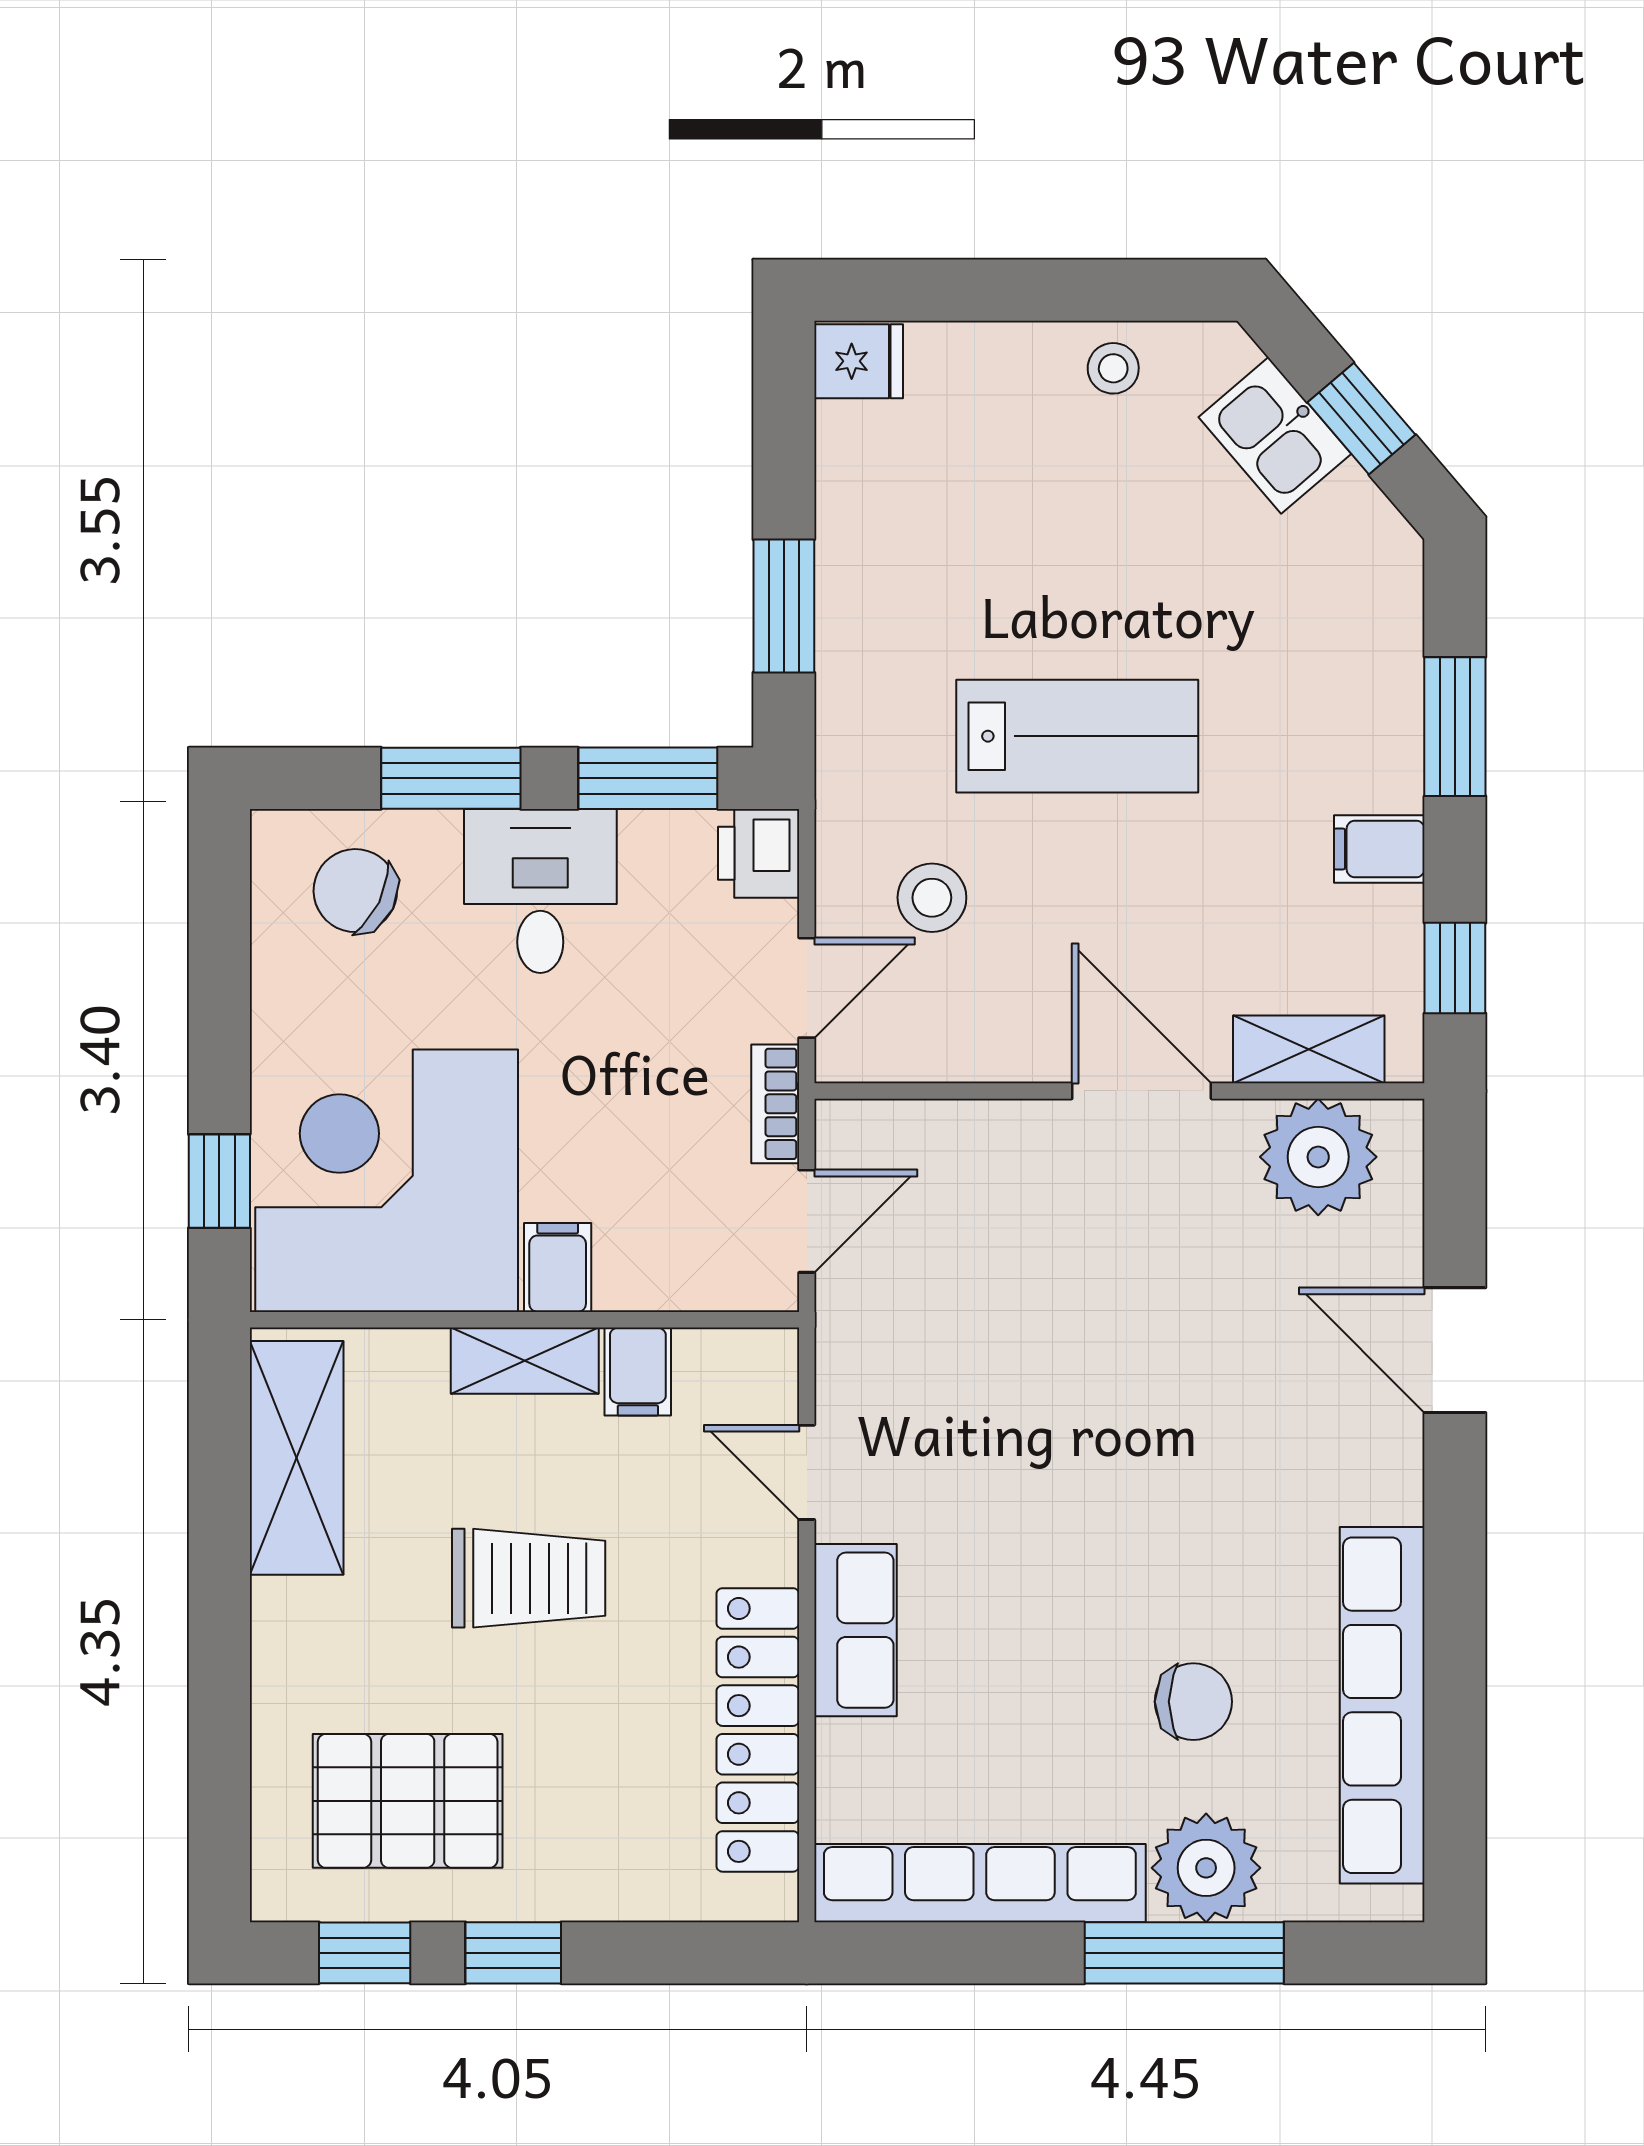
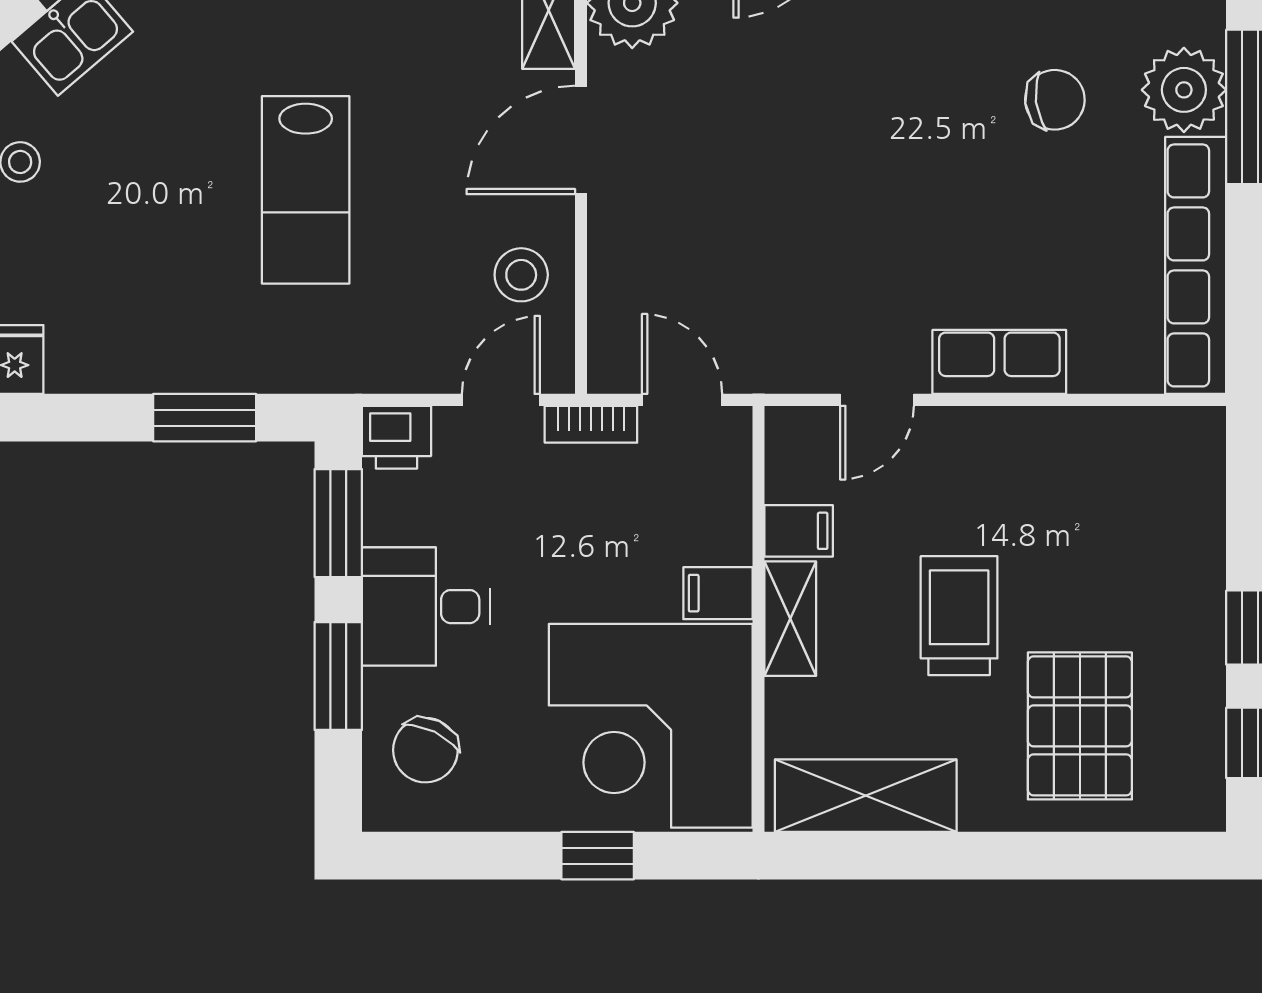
lab bench: (1077, 736) -> (306, 190), turned 180
stool: (932, 898) -> (521, 275), moved
door: (807, 988) -> (501, 400), hinge flipped
window: (219, 1181) -> (598, 856), moved
chair: (1193, 1702) -> (1055, 100), turned 83
locker: (758, 1730) -> (1077, 438), removed
pallet: (408, 1801) -> (1080, 726), moved

